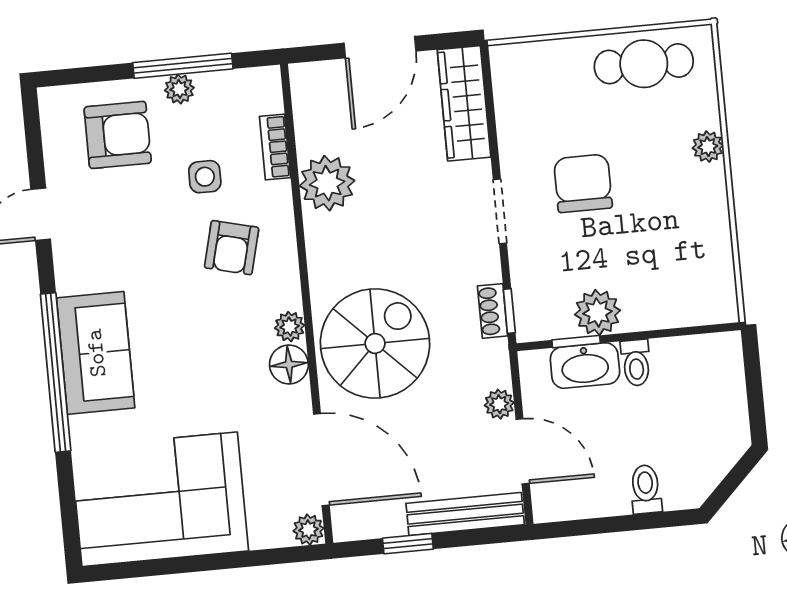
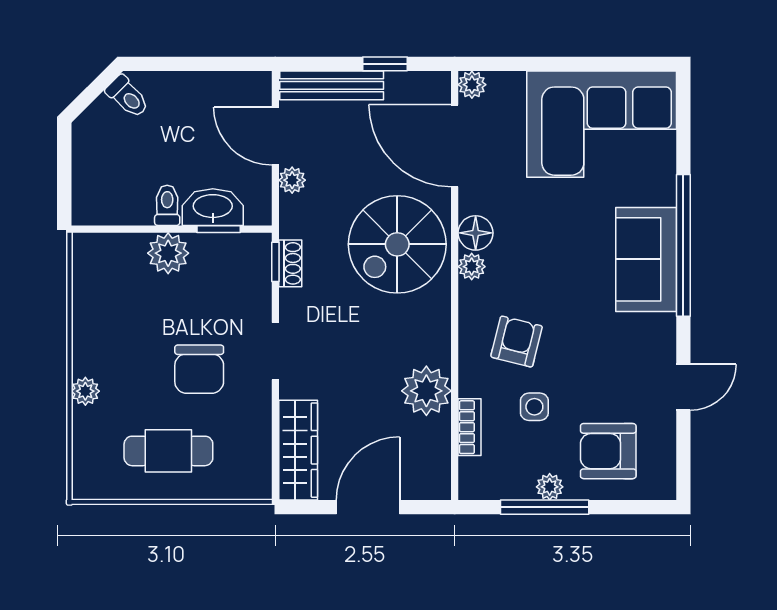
cafe table: (644, 64) -> (168, 451), moved
plant: (598, 312) -> (168, 253), moved
toilet: (646, 489) -> (127, 97), moved, turned -45

